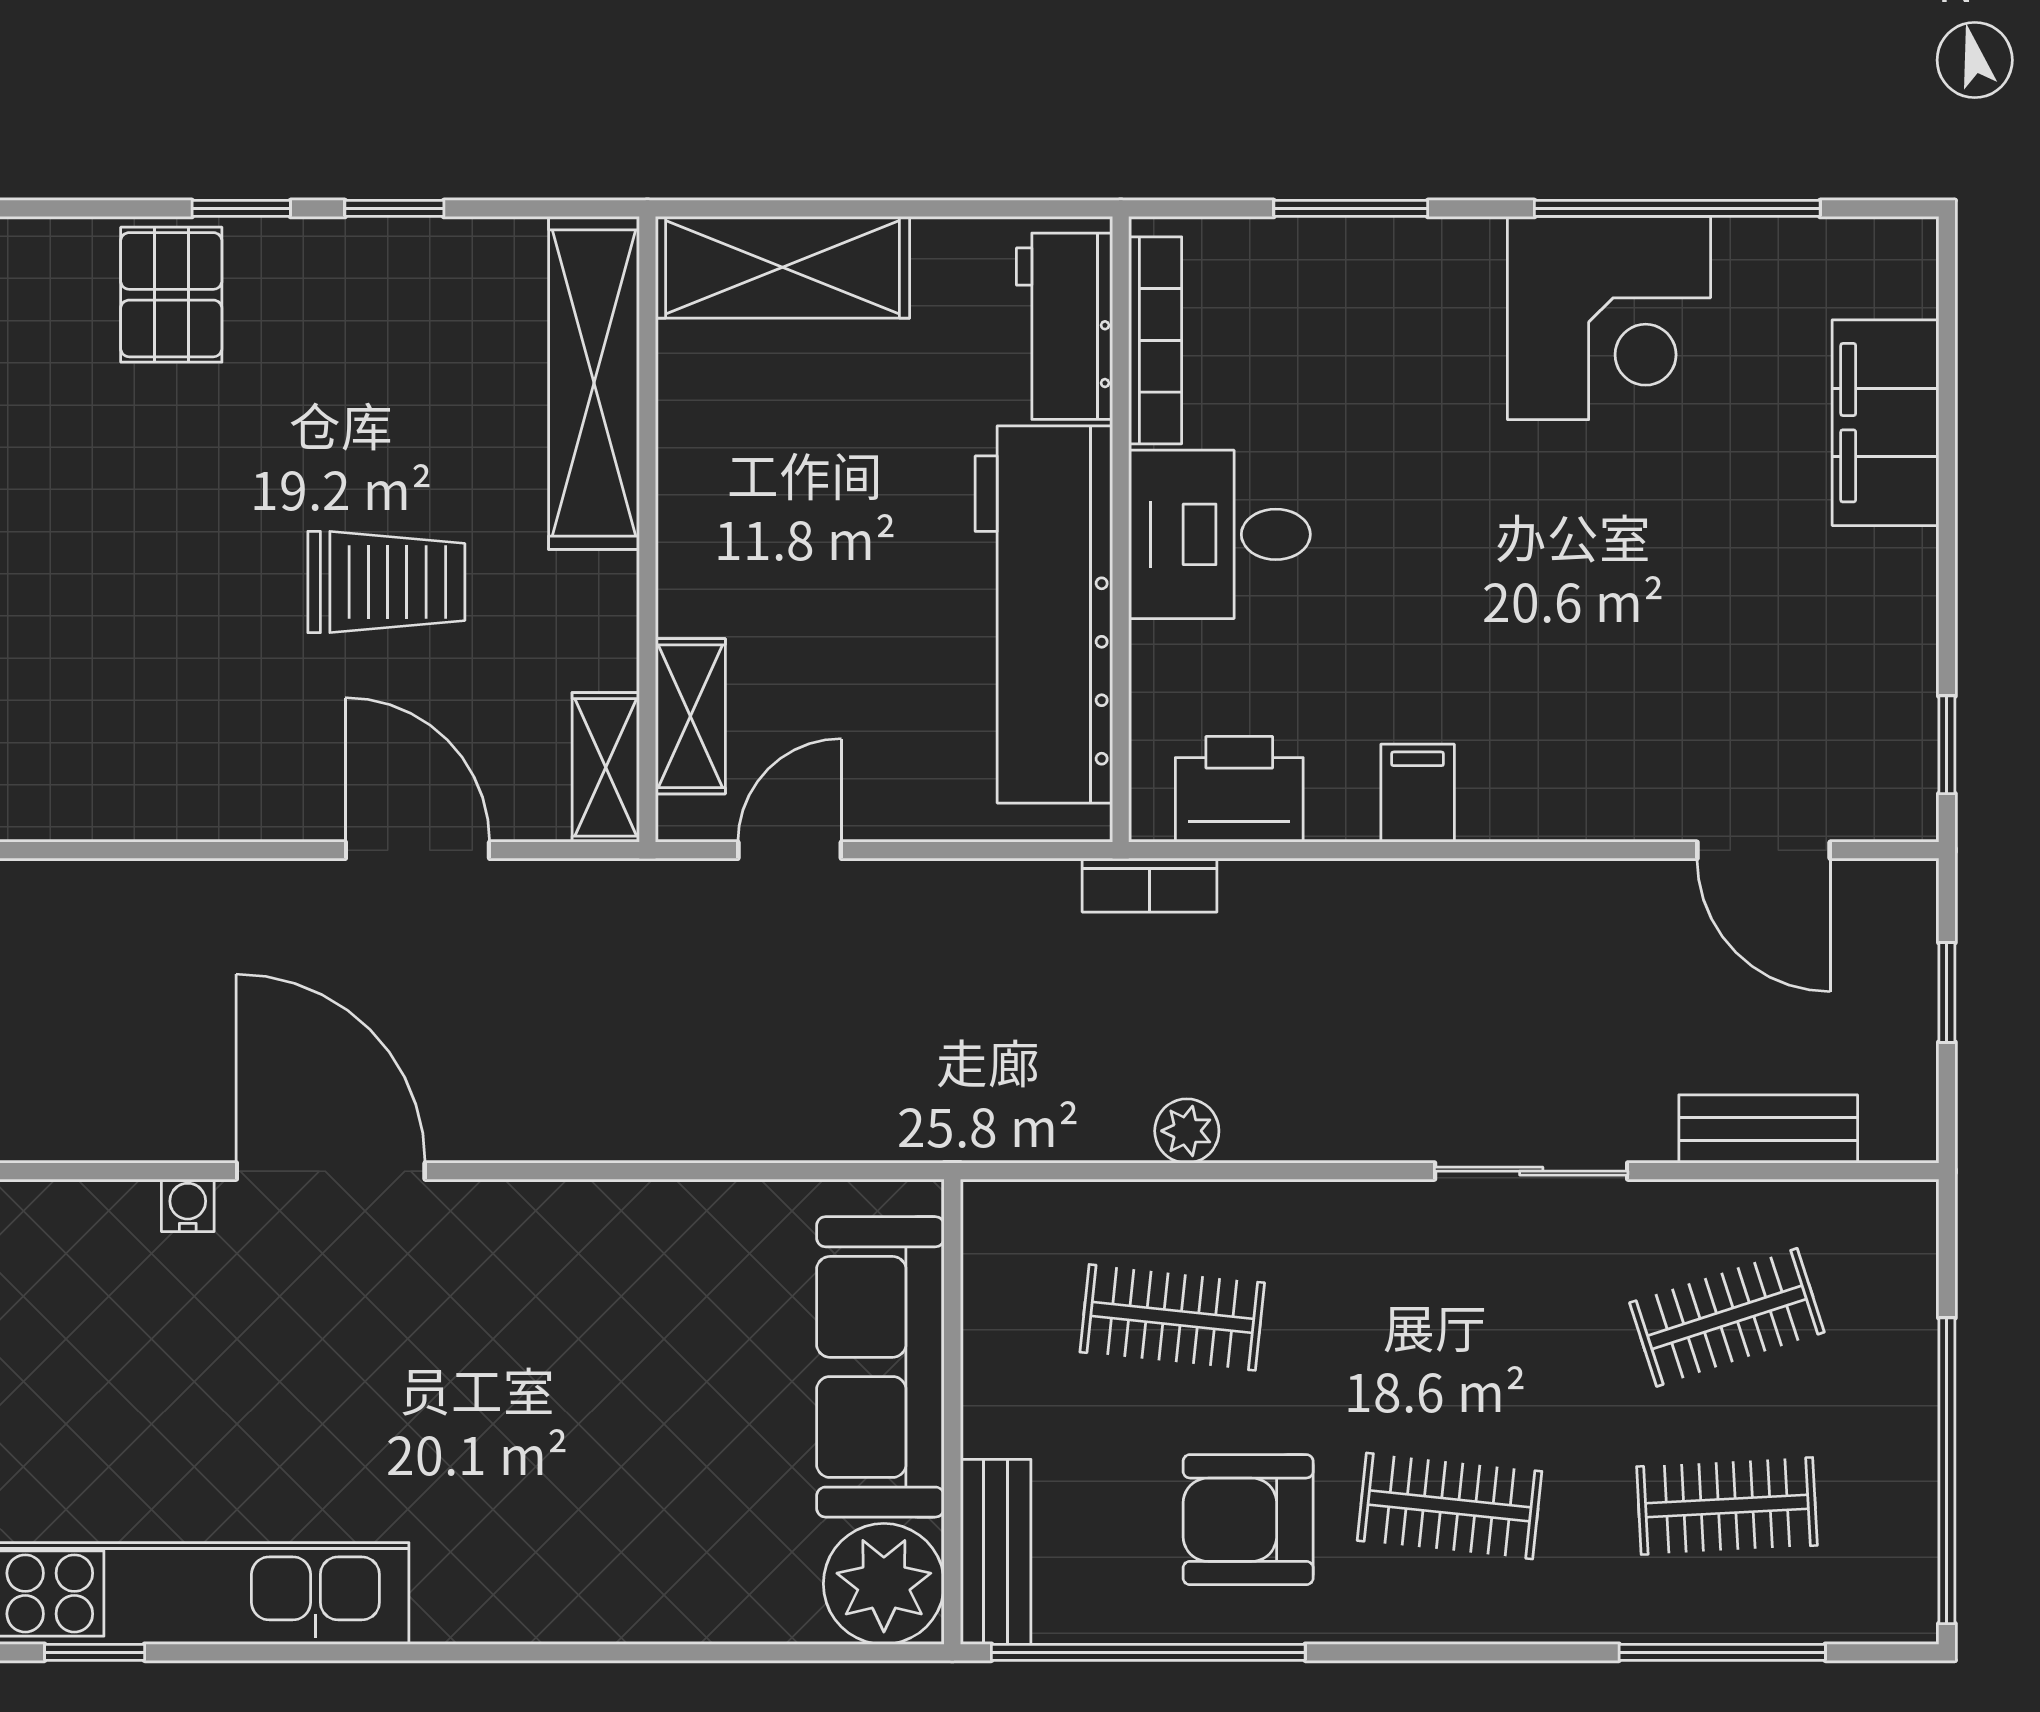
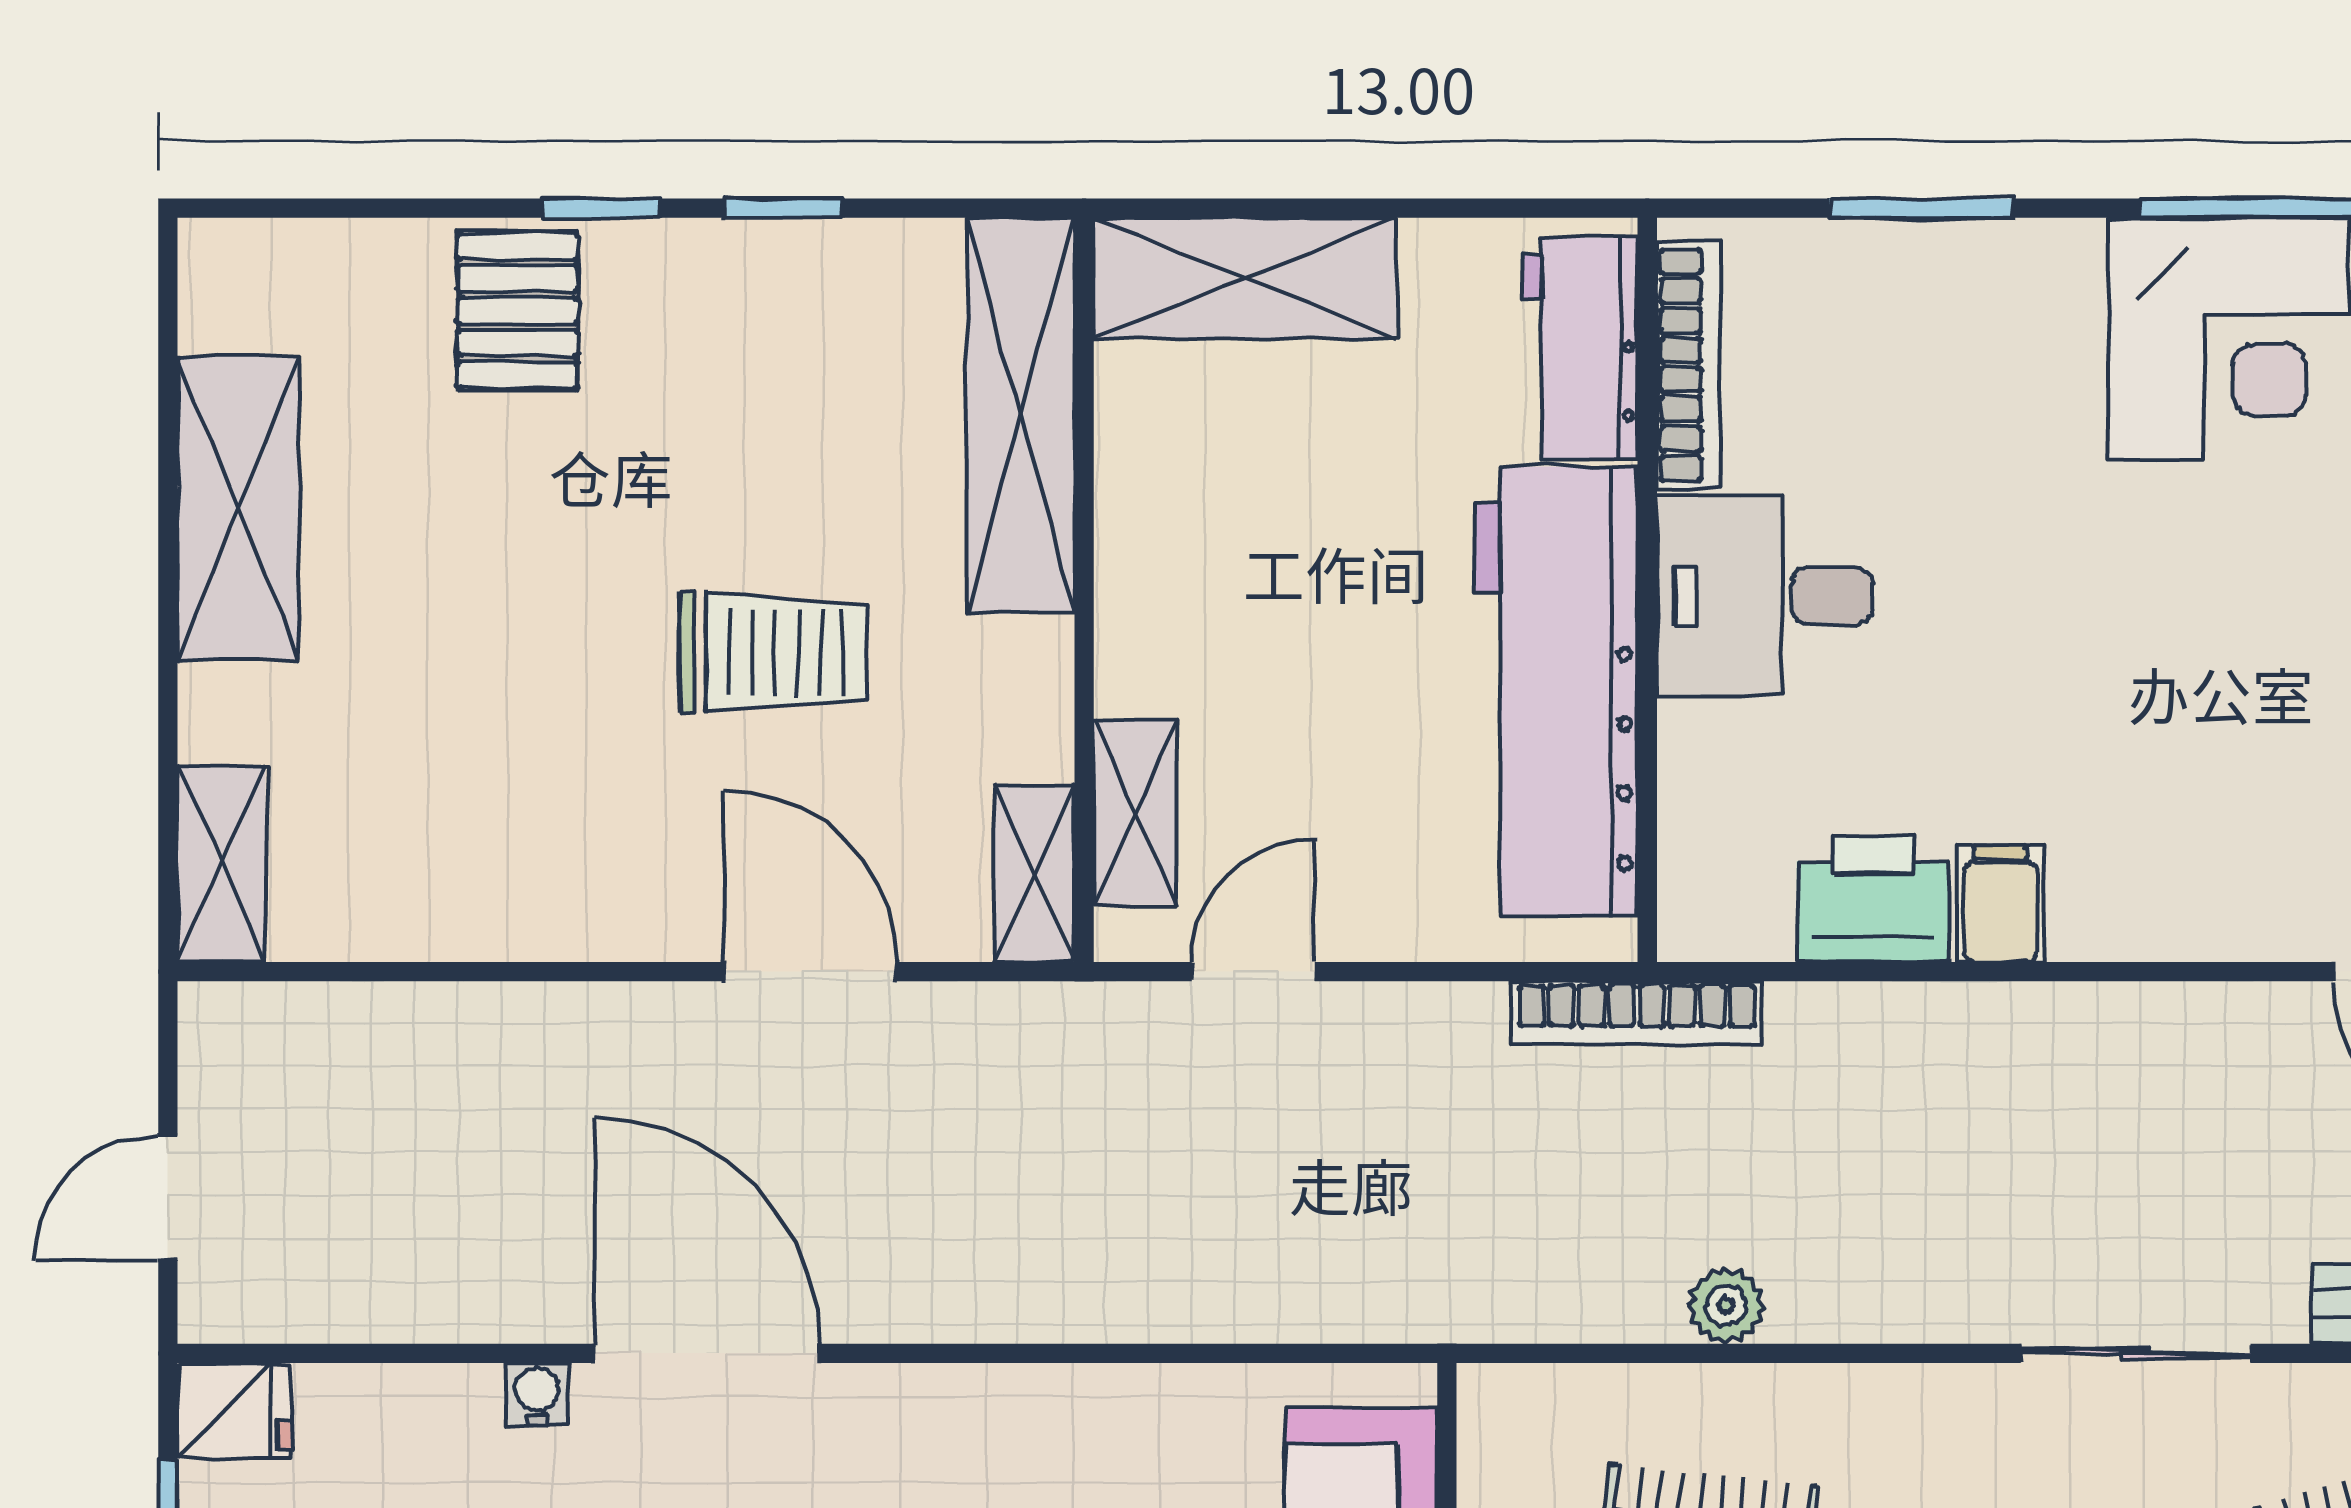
printer: (1239, 789) -> (1873, 899), moved
bookcase: (1150, 885) -> (1637, 1013), width x1.56

